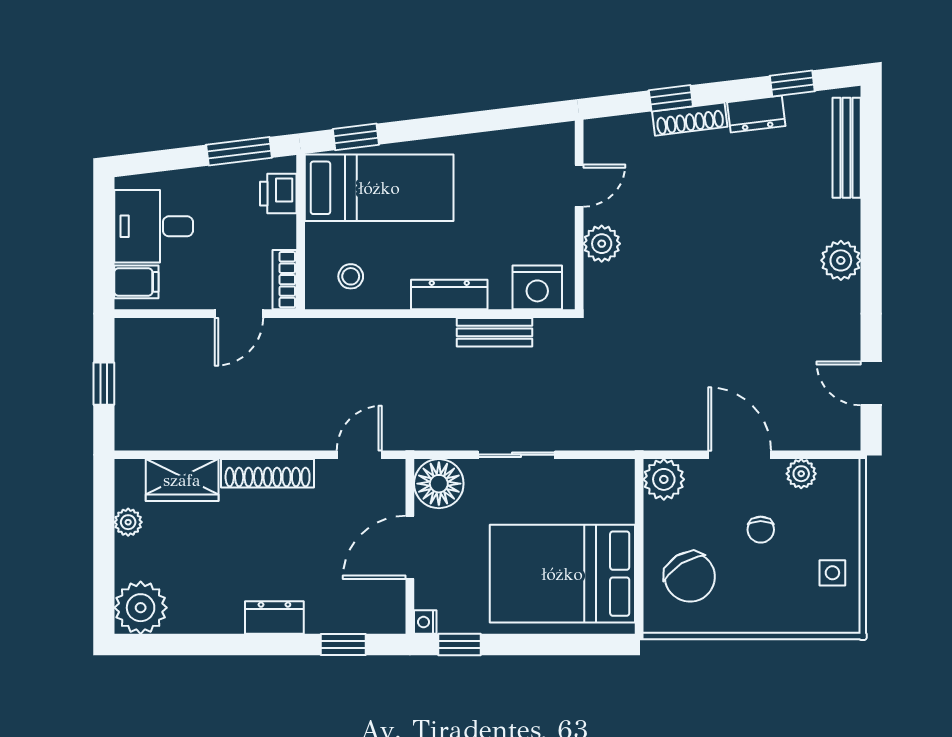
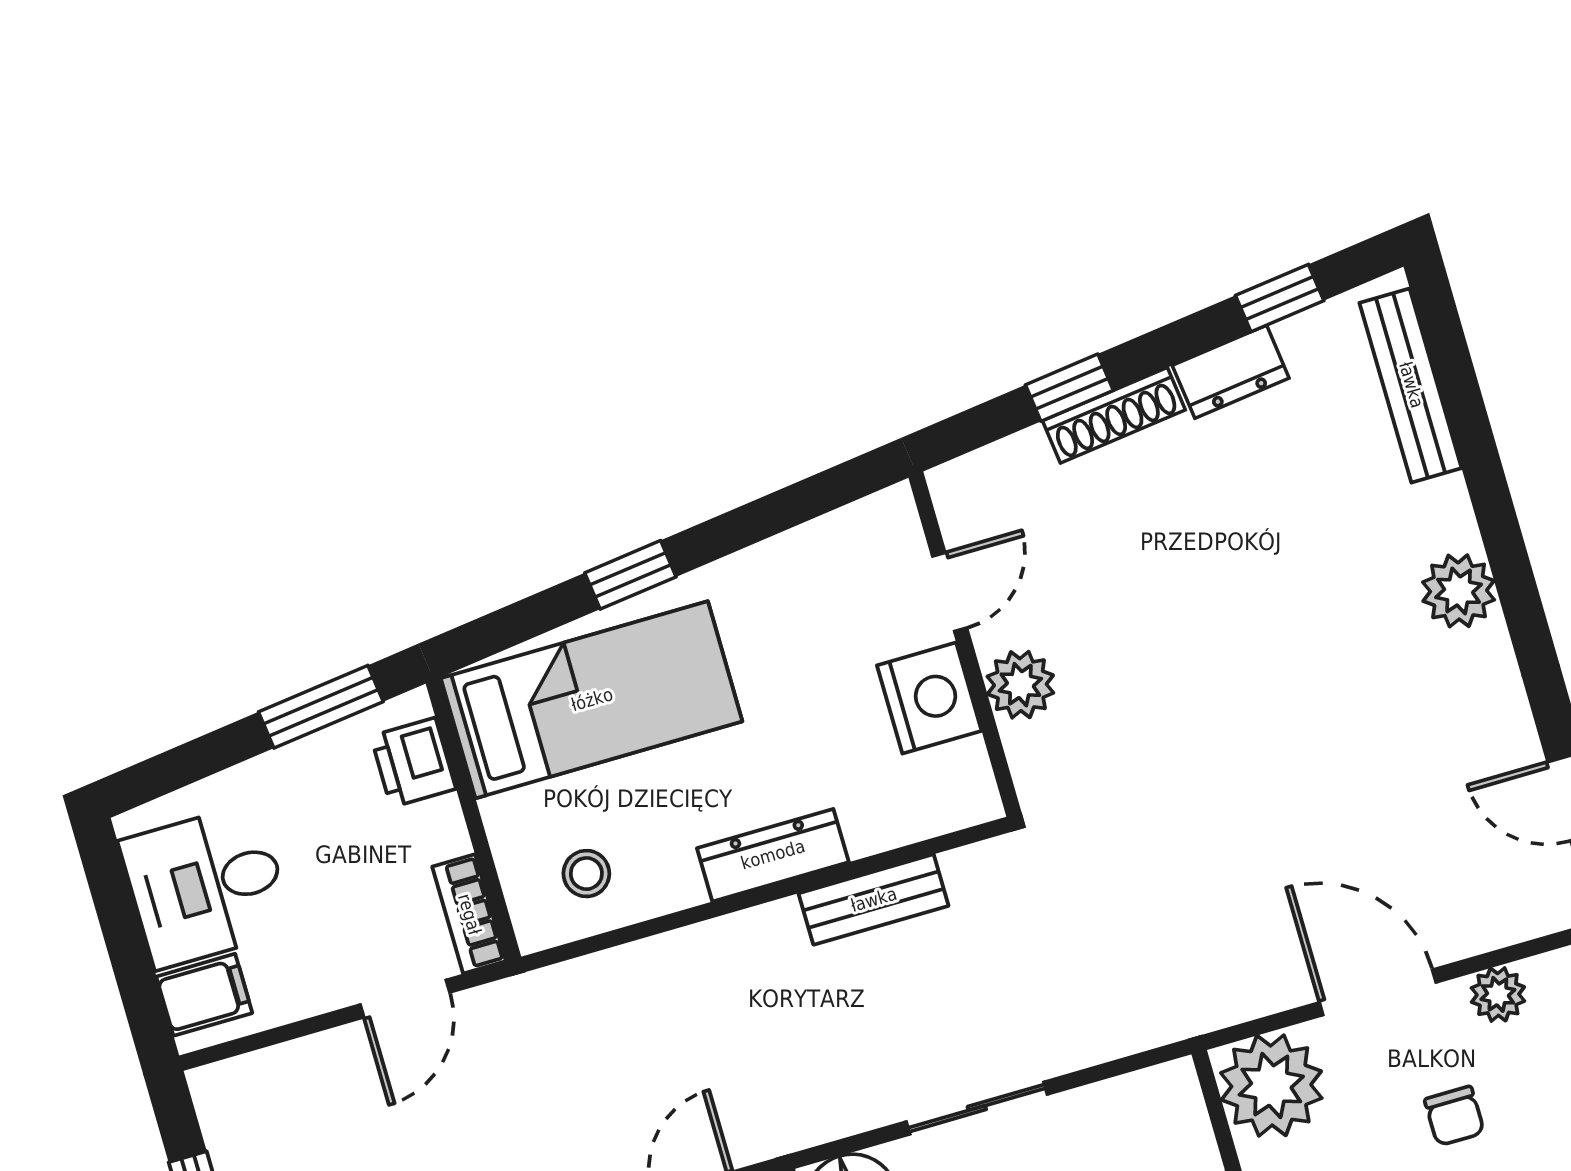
window: (356, 137) -> (630, 575), moved
nightstand: (537, 287) -> (929, 698), moved, turned -90
plant: (664, 479) -> (1271, 1086), width x1.36, depth x1.36

